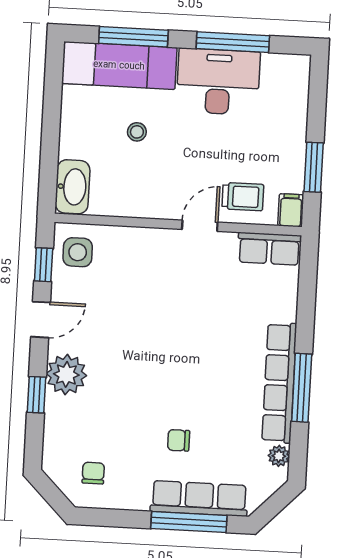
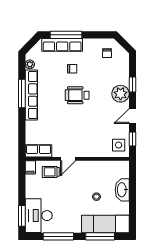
desk: (218, 82) -> (39, 216), moved, turned 90
window: (314, 167) -> (22, 216), moved
washbasin: (73, 187) -> (122, 190), moved
wheelchair: (170, 376) -> (77, 95), added

